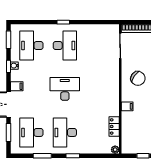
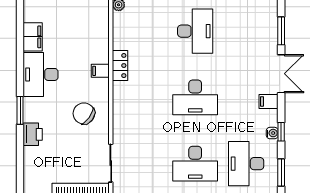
desk: (31, 45) -> (246, 164), turned 180
desk: (65, 45) -> (195, 164), turned -90
locker: (114, 126) -> (120, 66), moved
desk: (31, 132) -> (246, 31), removed

